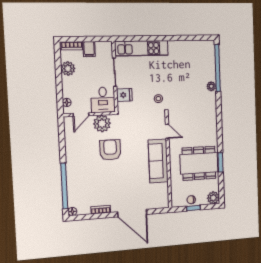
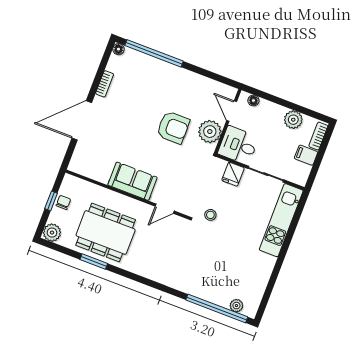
plant: (211, 86) -> (236, 306), moved
sofa: (158, 161) -> (132, 181), width x0.73
dining table: (199, 163) -> (106, 233), turned 90

